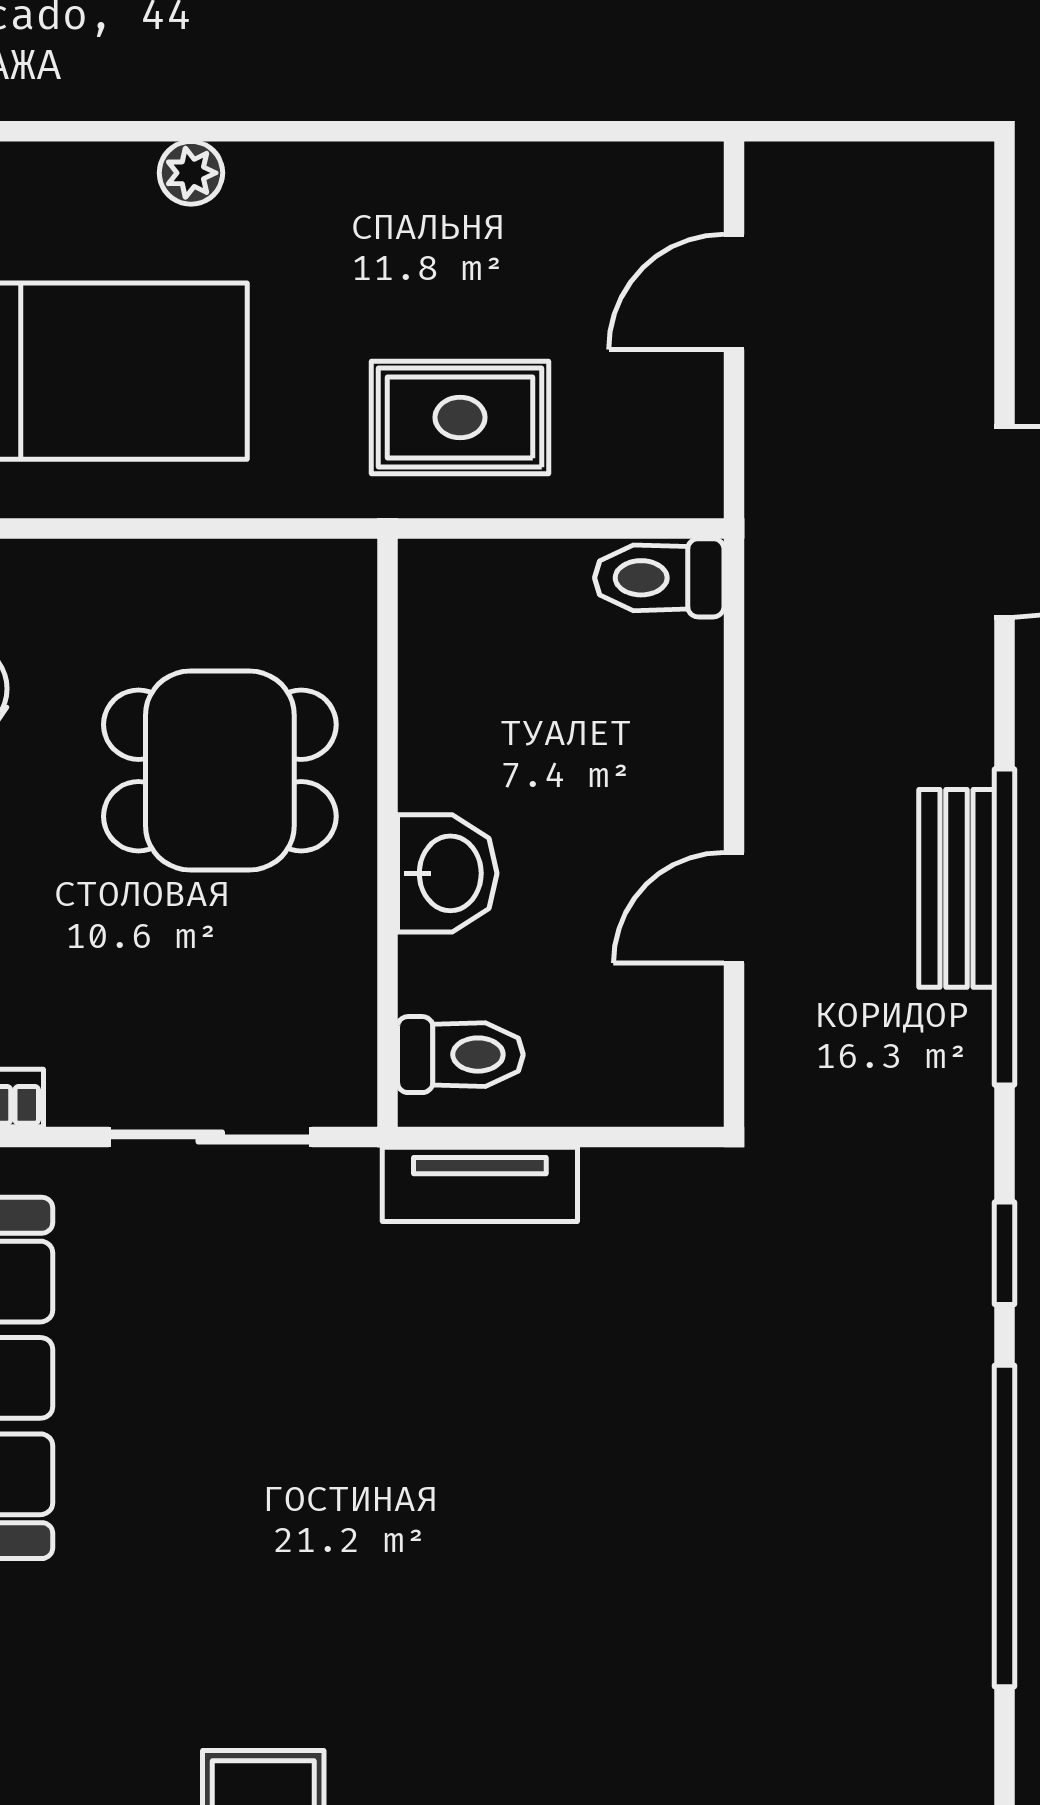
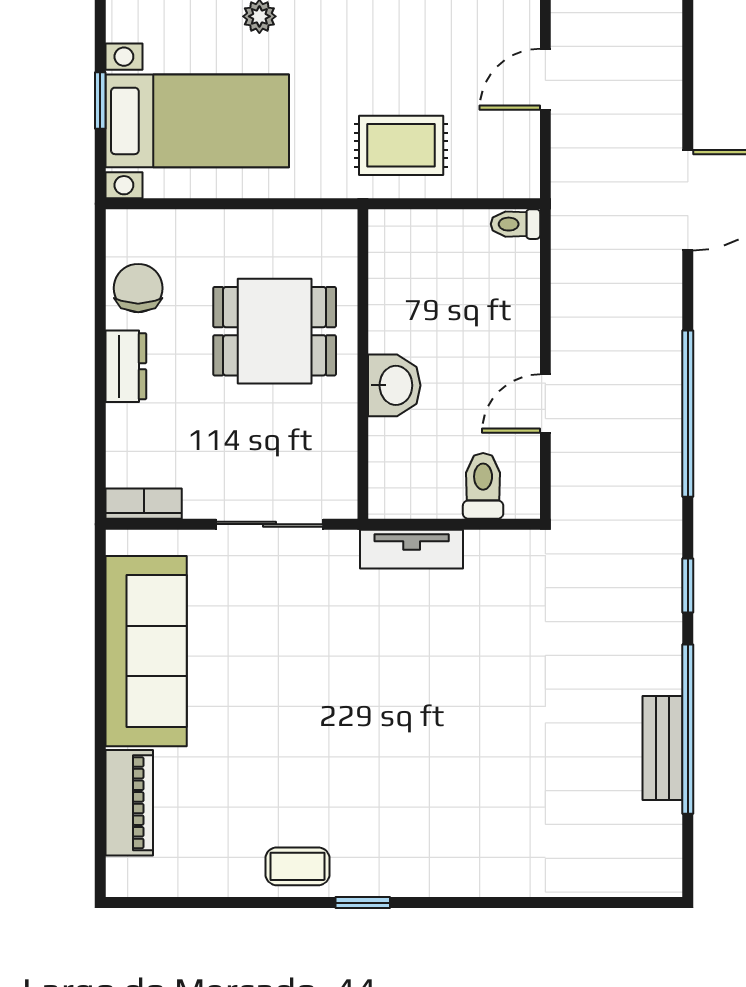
toilet: (659, 578) -> (515, 224), width x0.73, depth x0.72
bench: (957, 888) -> (663, 748), moved
toilet: (460, 1055) -> (483, 486), moved, turned -90

